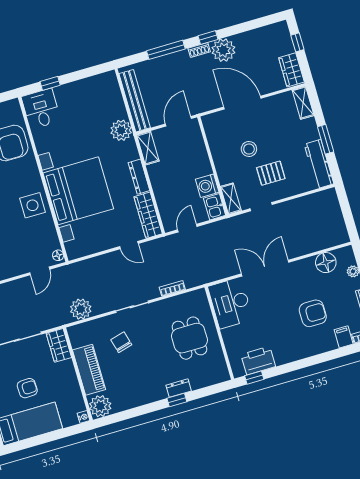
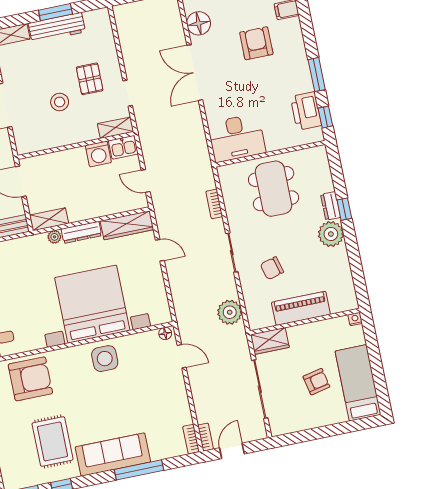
plant: (121, 130) -> (54, 237), moved, width x0.53, depth x0.53
workbench: (319, 164) -> (57, 28), moved
door: (129, 245) -> (160, 250), hinge flipped
double door: (265, 268) -> (195, 73), moved
dining table: (189, 338) -> (274, 189), width x1.38
window: (290, 367) -> (317, 75), added
armchair: (27, 388) -> (316, 382), turned 80
plant: (100, 406) -> (331, 234), moved

